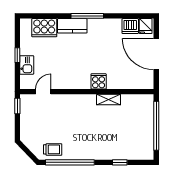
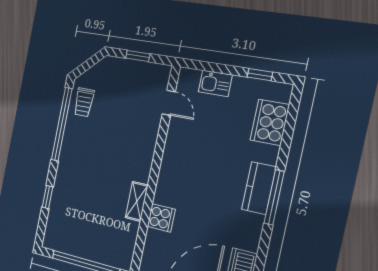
kitchen counter: (72, 26) -> (259, 188), moved
window: (17, 55) -> (260, 75), moved
cooker: (99, 81) -> (161, 218), moved
window: (17, 106) -> (138, 56), moved

